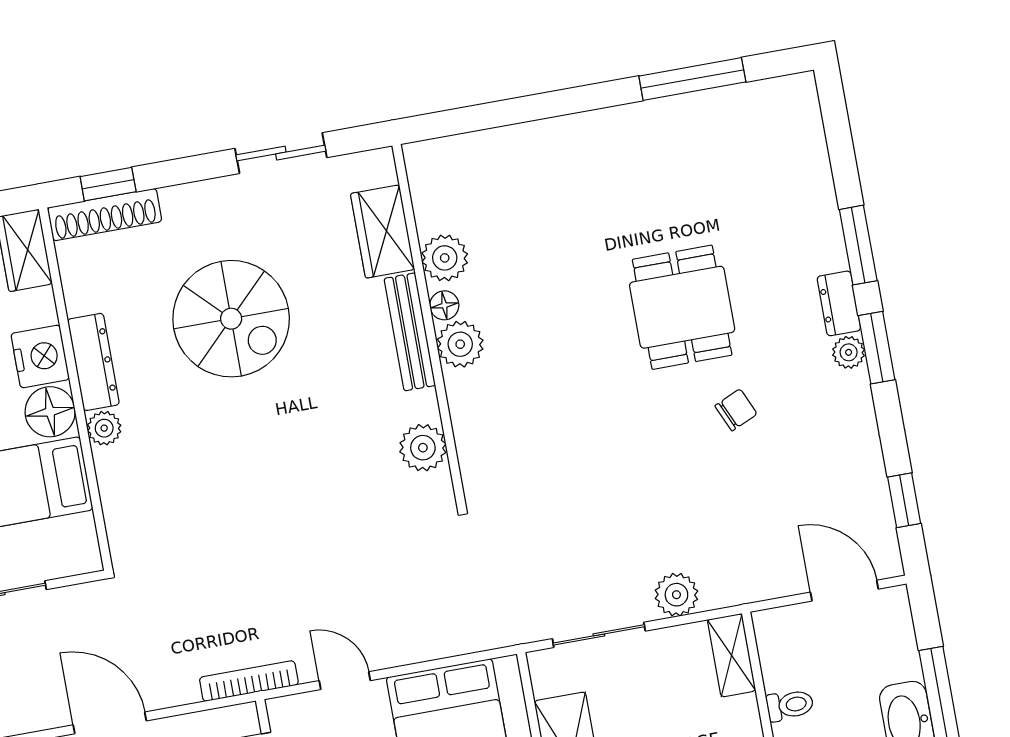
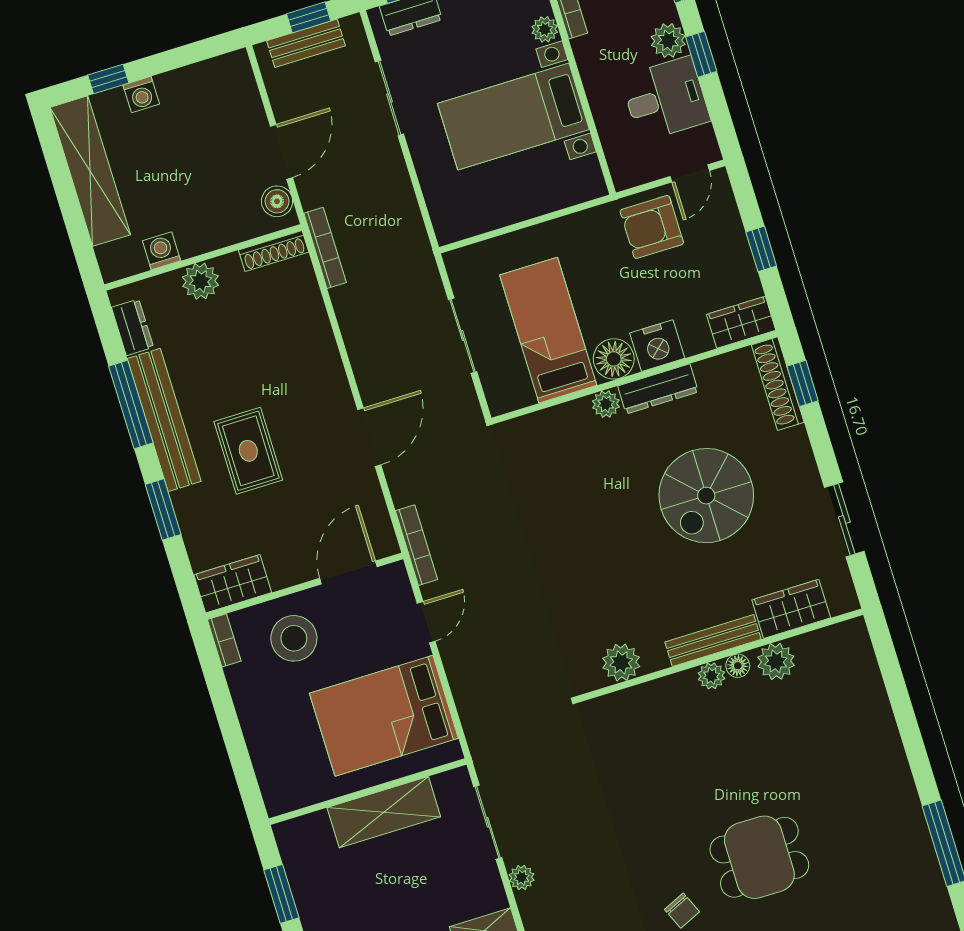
plant: (460, 344) -> (711, 676), width x0.73, depth x0.73
plant: (676, 595) -> (522, 878), width x0.73, depth x0.73

